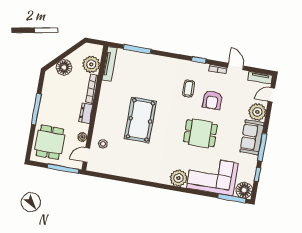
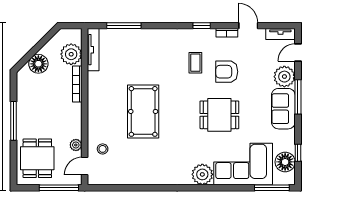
armchair: (212, 100) -> (227, 72), turned 90
dresser: (86, 113) -> (75, 115), removed
window: (262, 147) -> (298, 97), moved
floor lamp: (244, 190) -> (285, 162), moved

